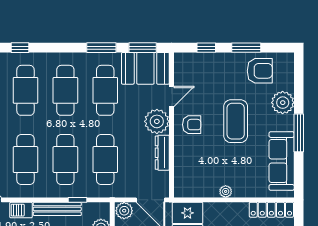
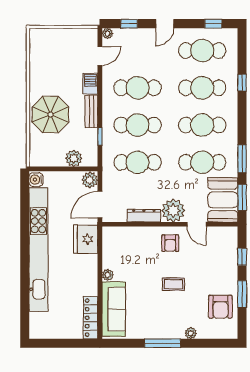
plant: (283, 103) -> (191, 333), width x0.53, depth x0.53
coffee table: (236, 121) -> (173, 284), width x0.54, depth x0.58
sofa: (282, 161) -> (114, 309), moved, turned 90
bench: (57, 209) -> (91, 111), width x0.73

